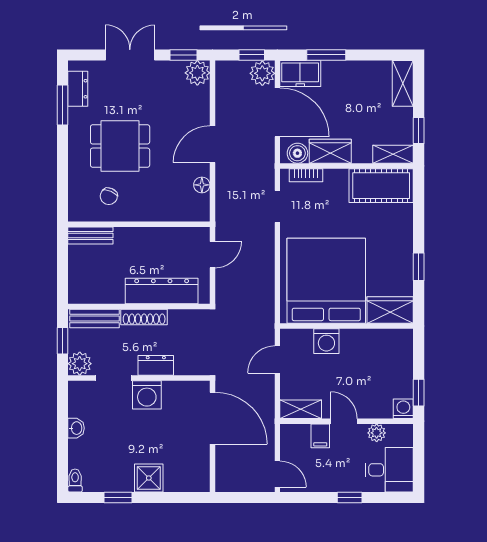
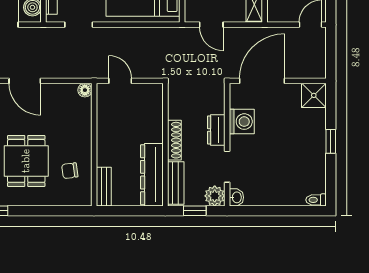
floor lamp: (202, 185) -> (85, 90), moved
chair: (109, 196) -> (70, 171), turned 149
dresser: (162, 291) -> (152, 175), moved
washing machine: (147, 395) -> (242, 122), moved
washbasin: (76, 428) -> (236, 197), moved, turned 90
shower: (149, 478) -> (314, 95), moved
window: (118, 498) -> (331, 141), moved

